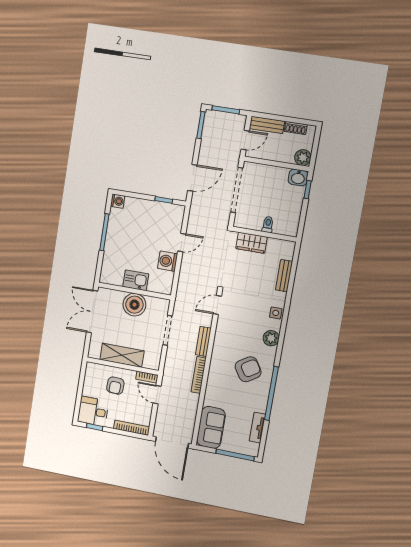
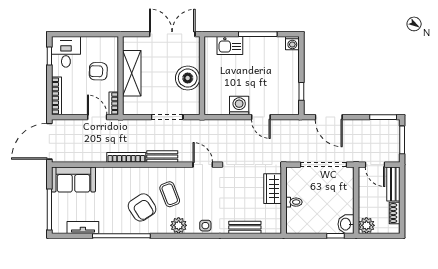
kitchen sink: (136, 280) -> (230, 46), moved, turned 90
coffee table: (240, 341) -> (170, 194), added
door: (157, 395) -> (97, 117), hinge flipped

